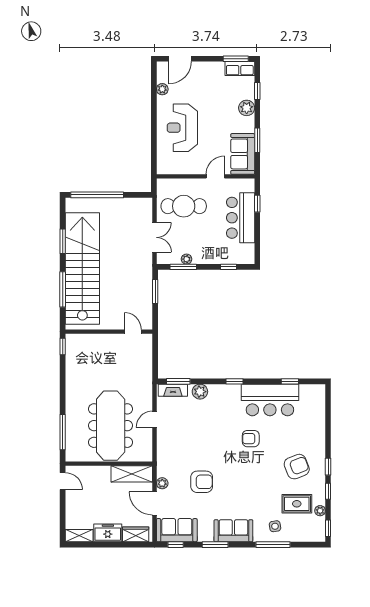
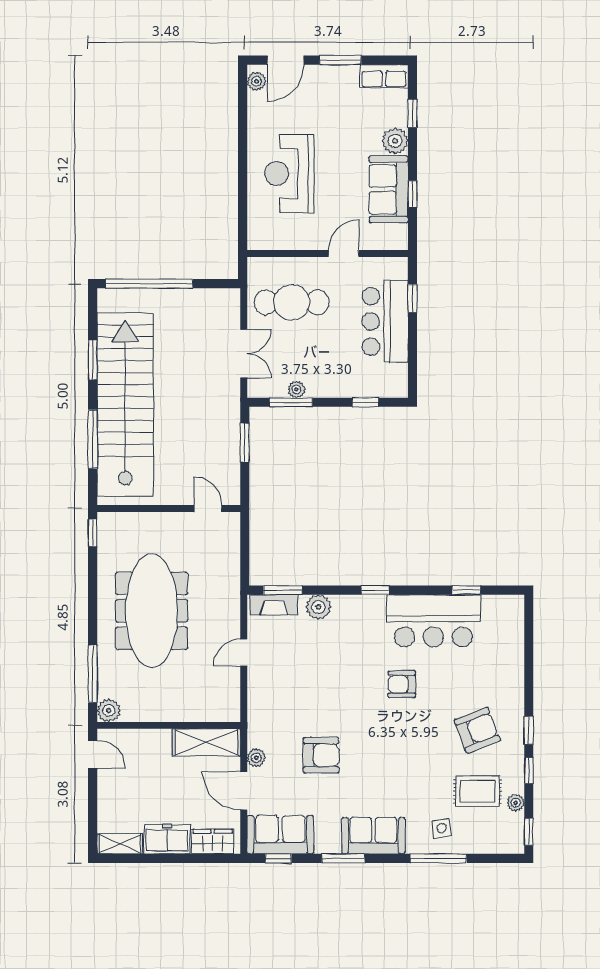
window: (236, 59) -> (340, 60), moved
plant: (162, 89) -> (256, 81), moved
window: (257, 140) -> (412, 194), width x0.67
sofa: (243, 154) -> (389, 189), moved
meeting table: (111, 426) -> (152, 611), moved
plant: (72, 455) -> (109, 710), added

